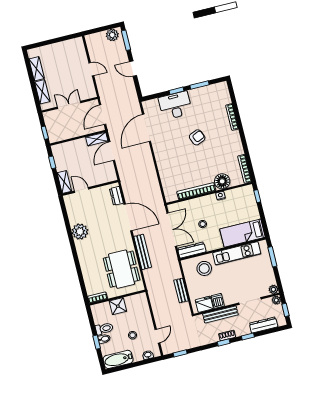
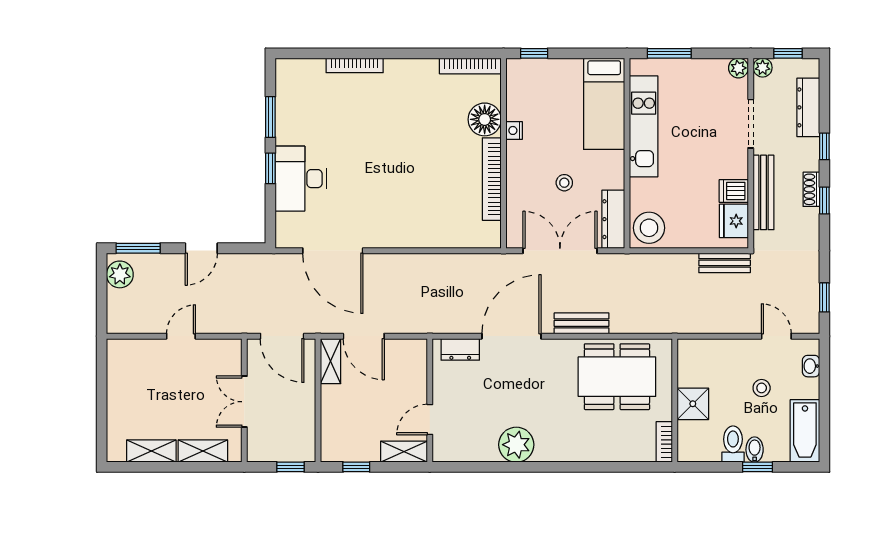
armchair: (197, 137) -> (379, 149), removed
bench: (143, 252) -> (582, 323), width x0.73
stool: (204, 268) -> (649, 228), moved
bench: (181, 290) -> (725, 263), moved

